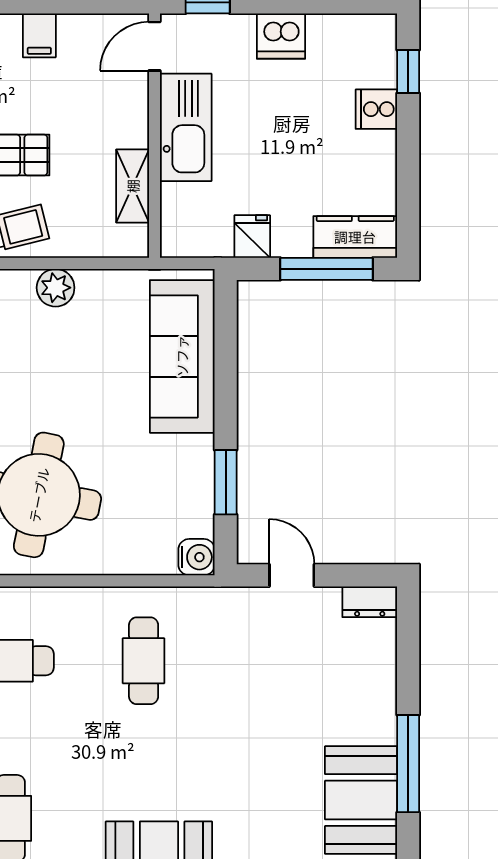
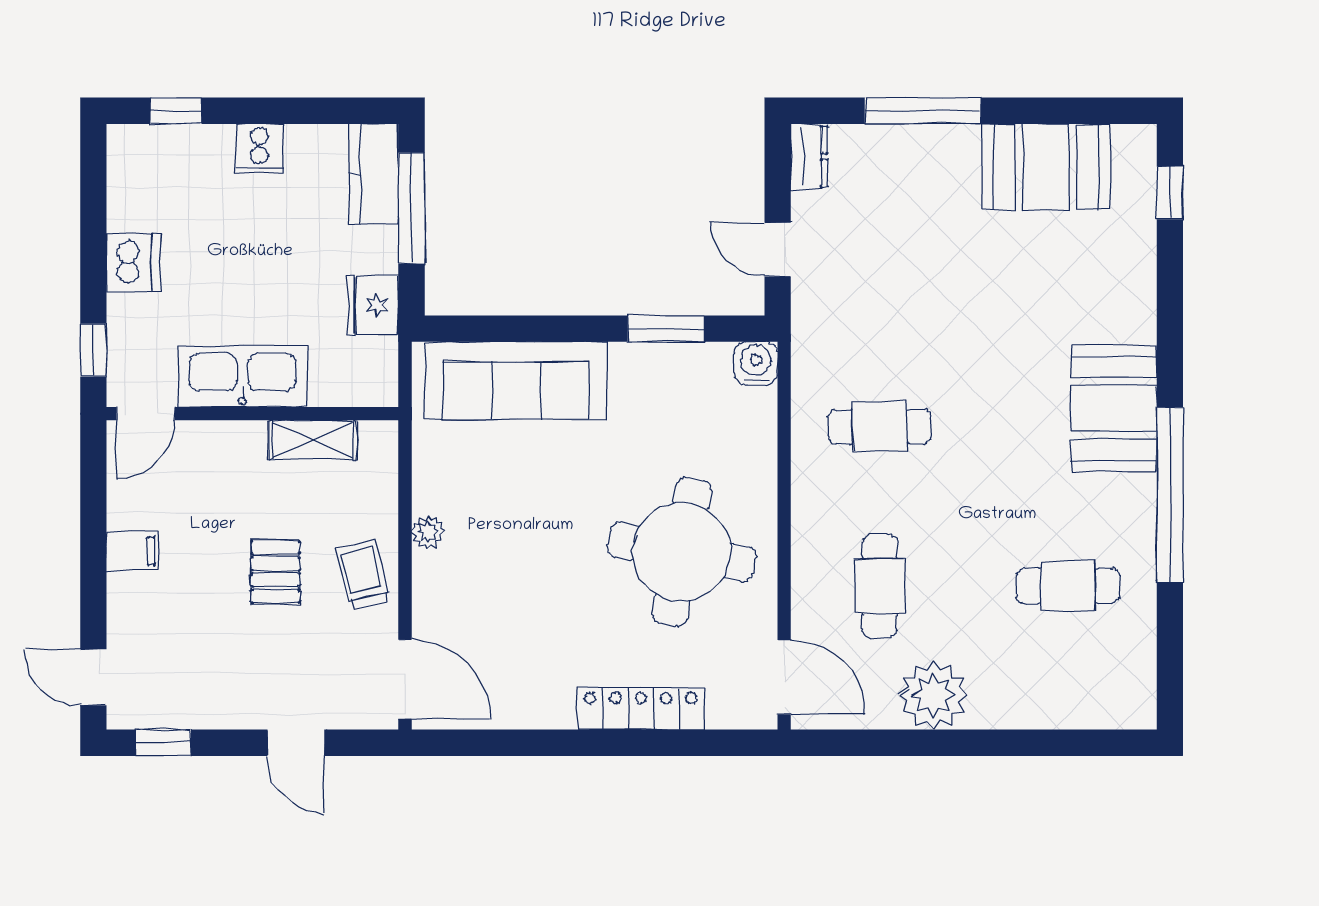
door: (154, 46) -> (146, 414), hinge flipped
cooker: (376, 109) -> (259, 149), moved
fridge: (252, 237) -> (373, 305), width x1.38
plant: (56, 288) -> (428, 532), width x0.73, depth x0.73
door: (292, 575) -> (778, 250), hinge flipped
window: (408, 764) -> (923, 111), moved

